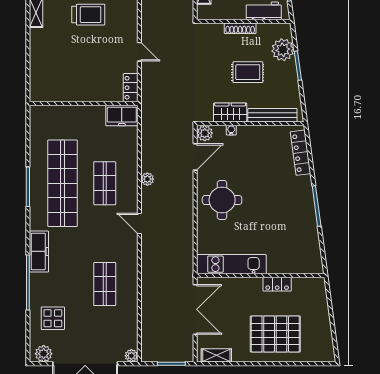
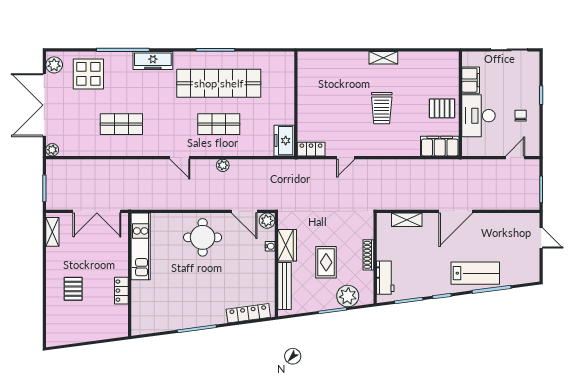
door: (139, 223) -> (180, 158), swing flipped
display table: (53, 318) -> (88, 74), width x1.36, depth x1.36
pallet: (275, 334) -> (73, 289), width x0.49, depth x0.50

